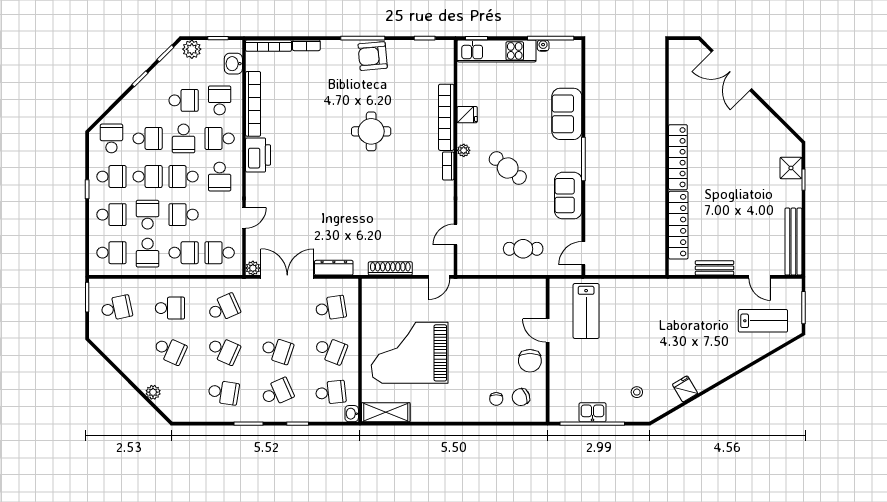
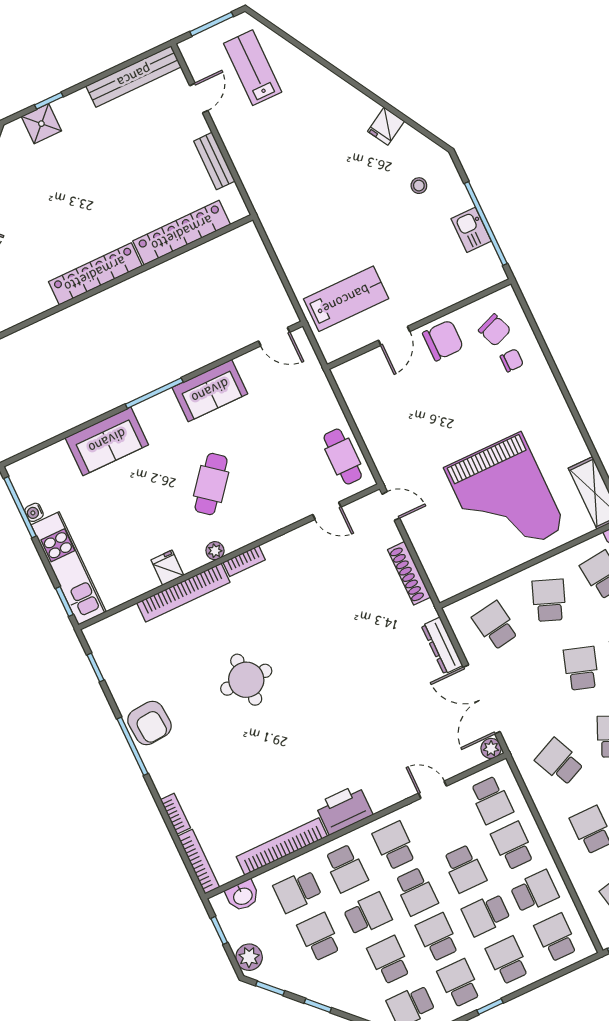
school desk: (220, 177) -> (394, 846), turned -90
cafe table: (523, 249) -> (343, 457), moved

